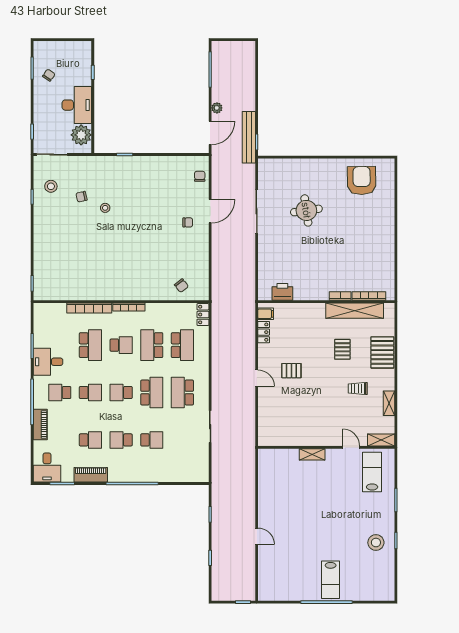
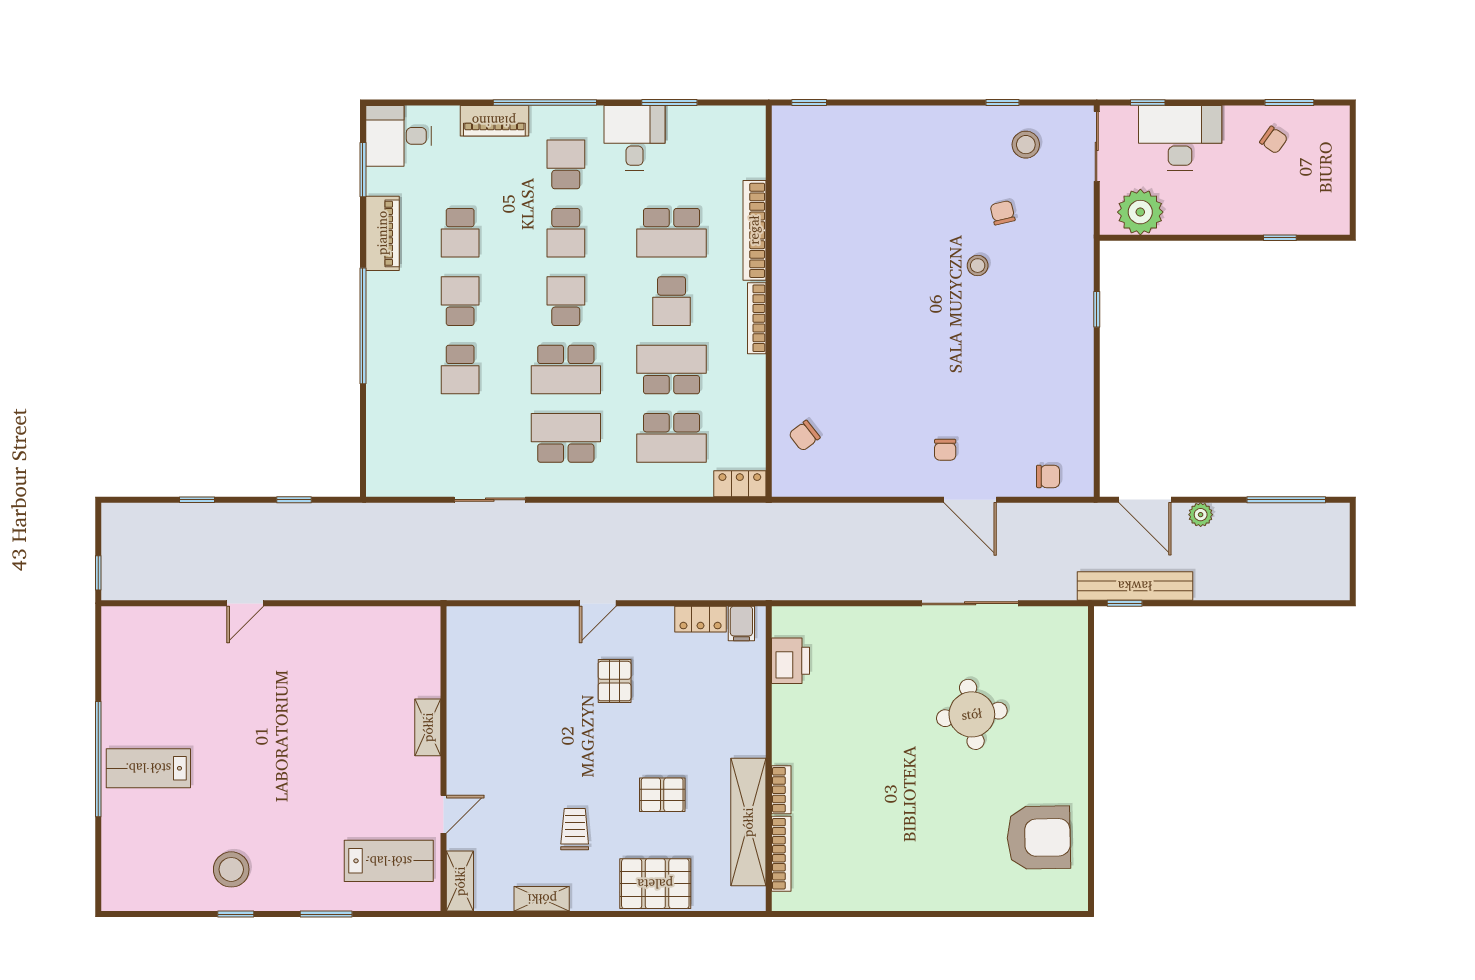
desk: (77, 105) -> (1180, 138), moved, turned 180

